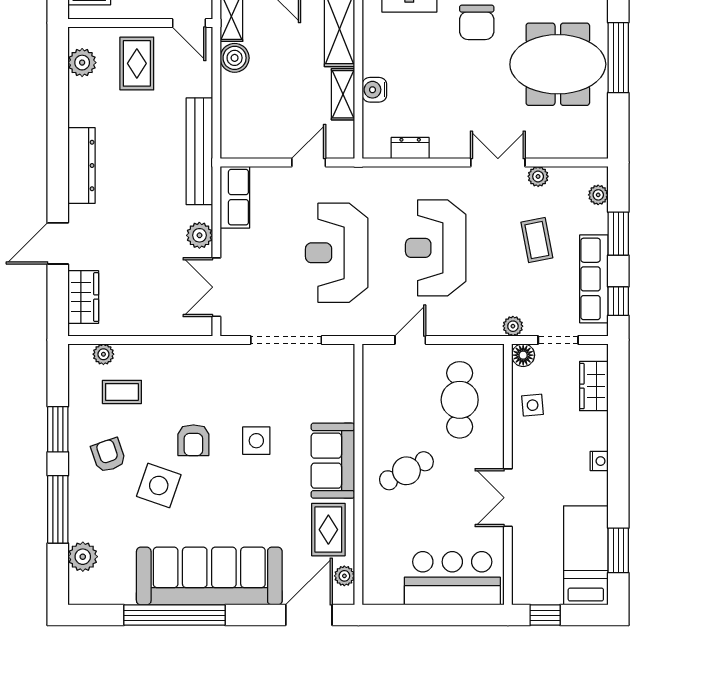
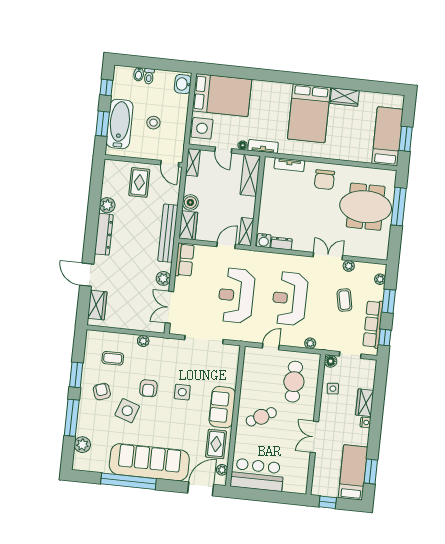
boiler: (235, 58) -> (190, 202), moved
plant: (82, 63) -> (107, 205), moved
water cooler: (374, 90) -> (264, 241), moved, turned -90
shelving: (343, 94) -> (246, 232), moved
wardrobe: (235, 133) -> (188, 225), added
door: (58, 243) -> (87, 275), hinge flipped
plant: (513, 326) -> (310, 343), moved
plant: (103, 354) -> (143, 341), moved
wardrobe: (594, 386) -> (365, 403), moved
bar counter: (452, 578) -> (257, 475), moved

